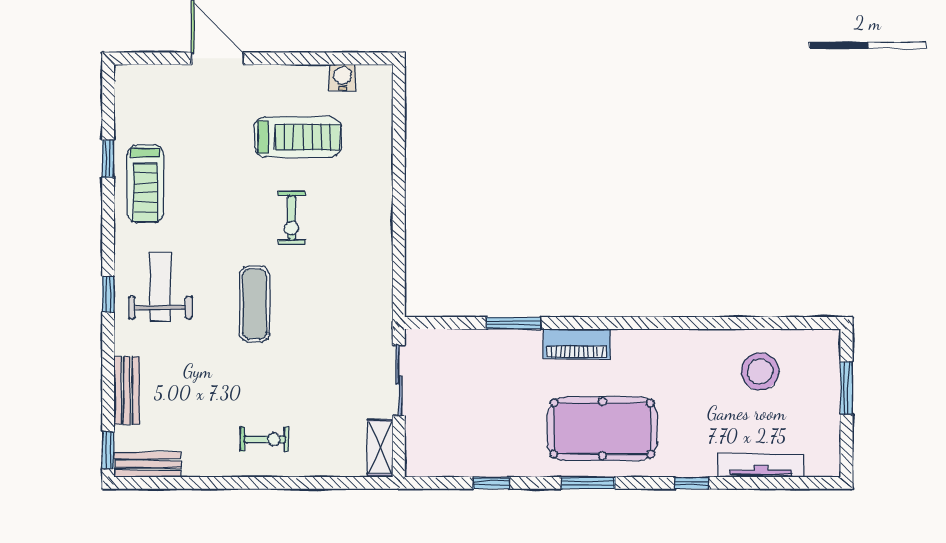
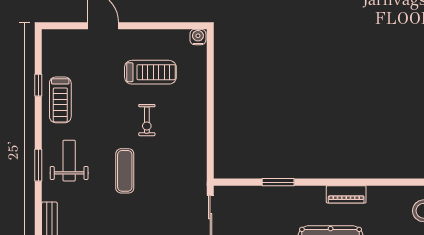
water cooler: (342, 77) -> (198, 37), moved
window: (108, 294) -> (38, 165), width x1.50
piano: (577, 344) -> (346, 194), moved

